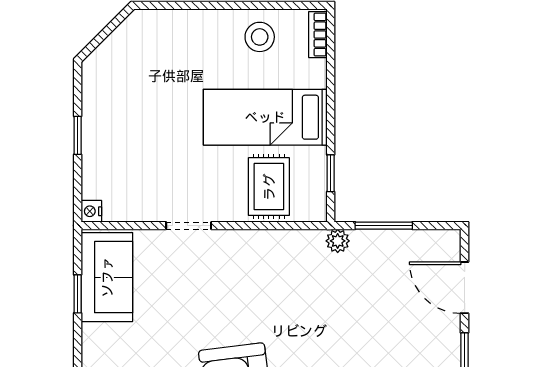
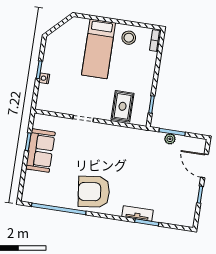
bed: (265, 117) -> (99, 49), moved, turned -90
nightstand: (91, 211) -> (44, 78), moved
plant: (338, 241) -> (170, 139), moved
sofa: (107, 277) -> (40, 151), moved

